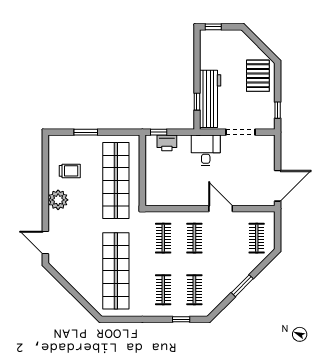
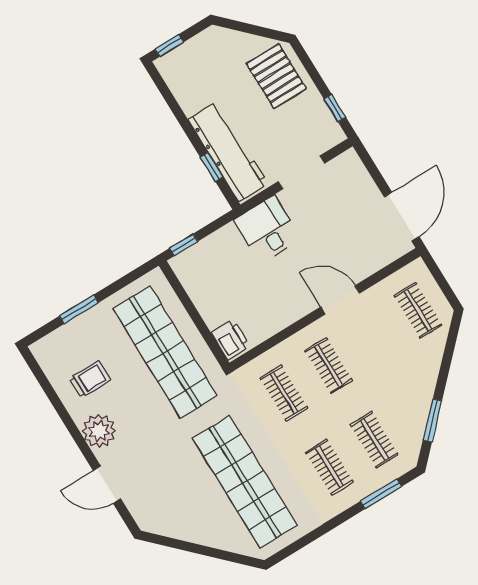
printer: (167, 143) -> (231, 340), moved, turned -90
door: (45, 243) -> (107, 485), moved
window: (242, 286) -> (432, 420), moved
window: (181, 319) -> (381, 494), width x1.50

